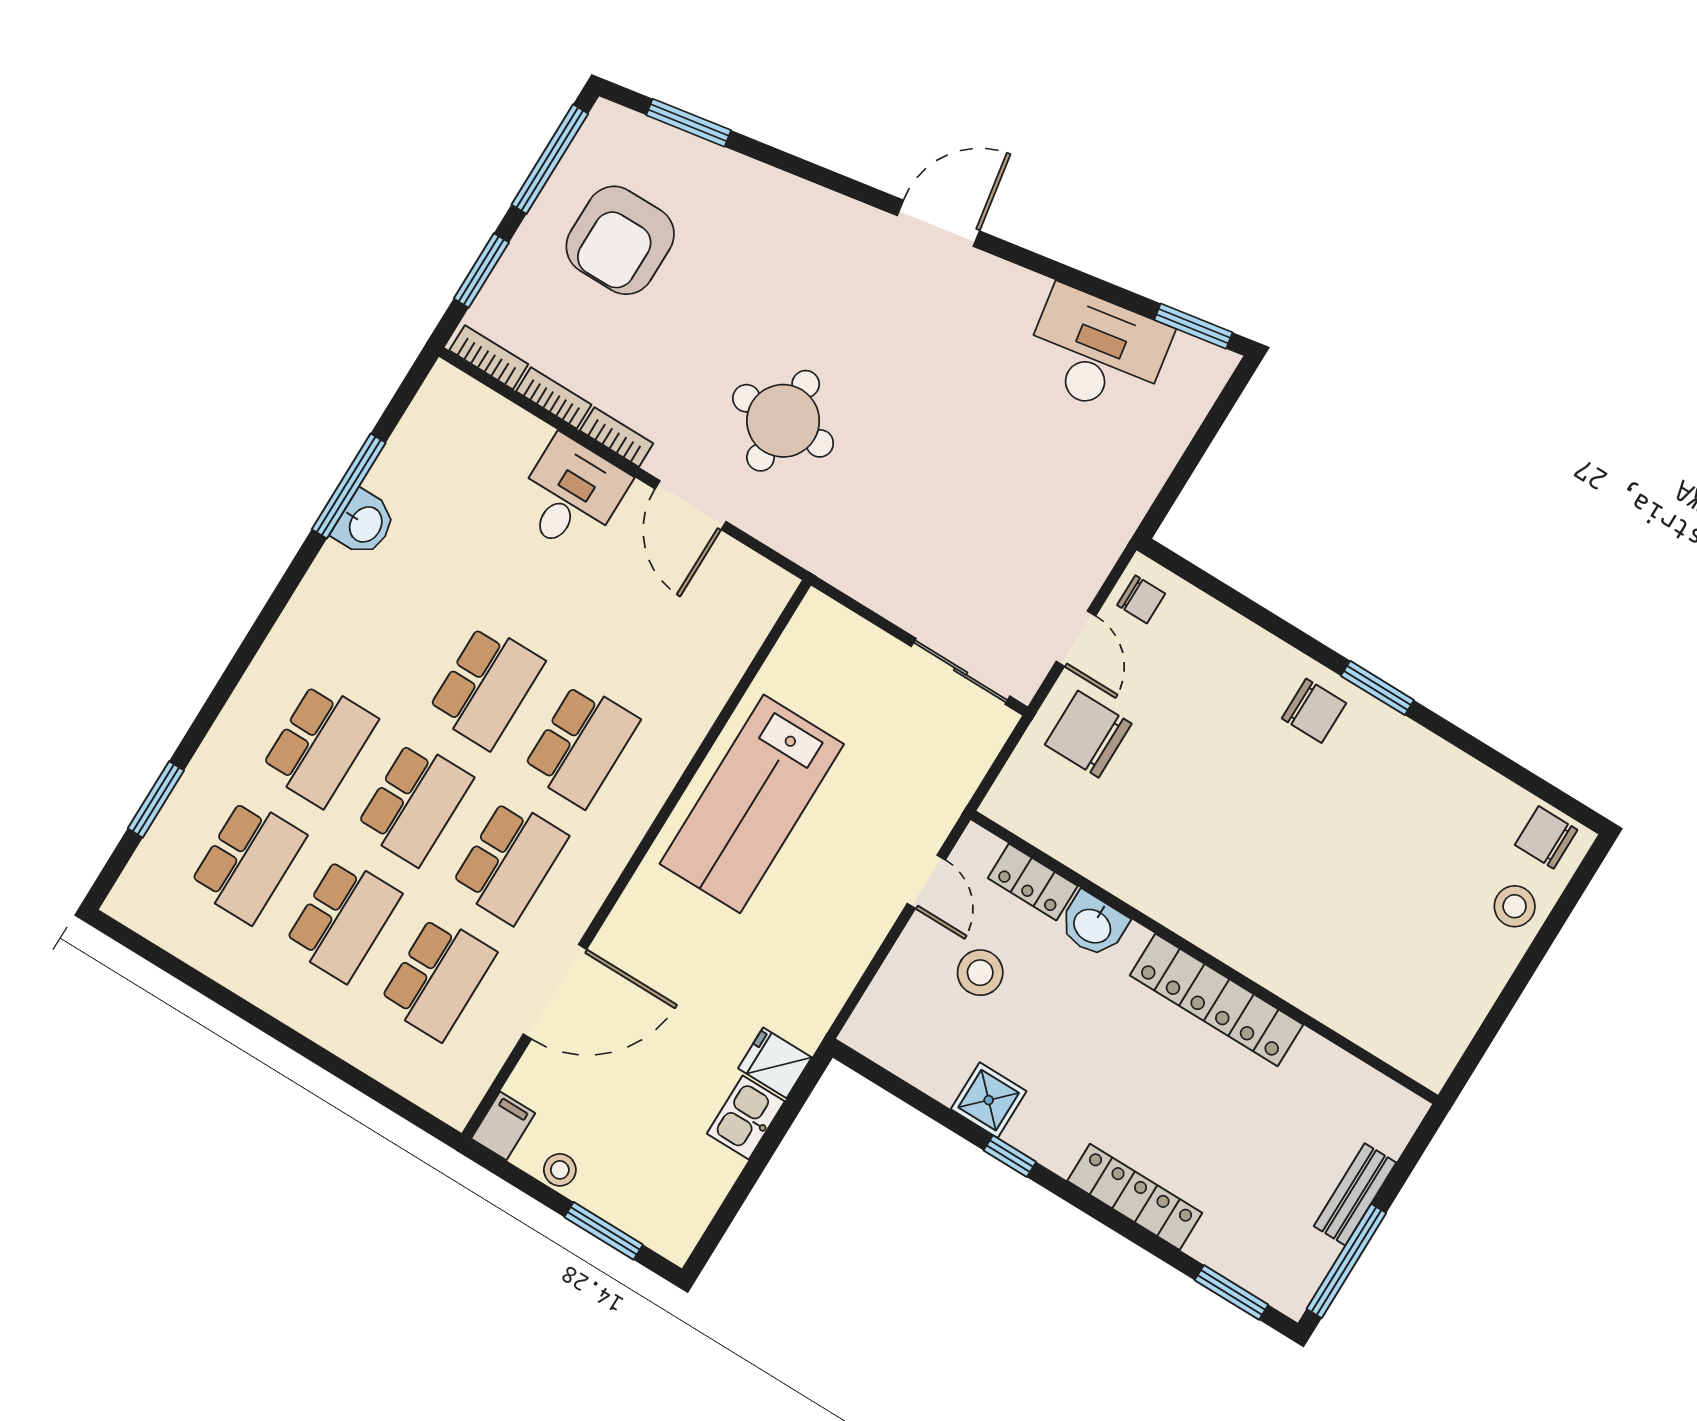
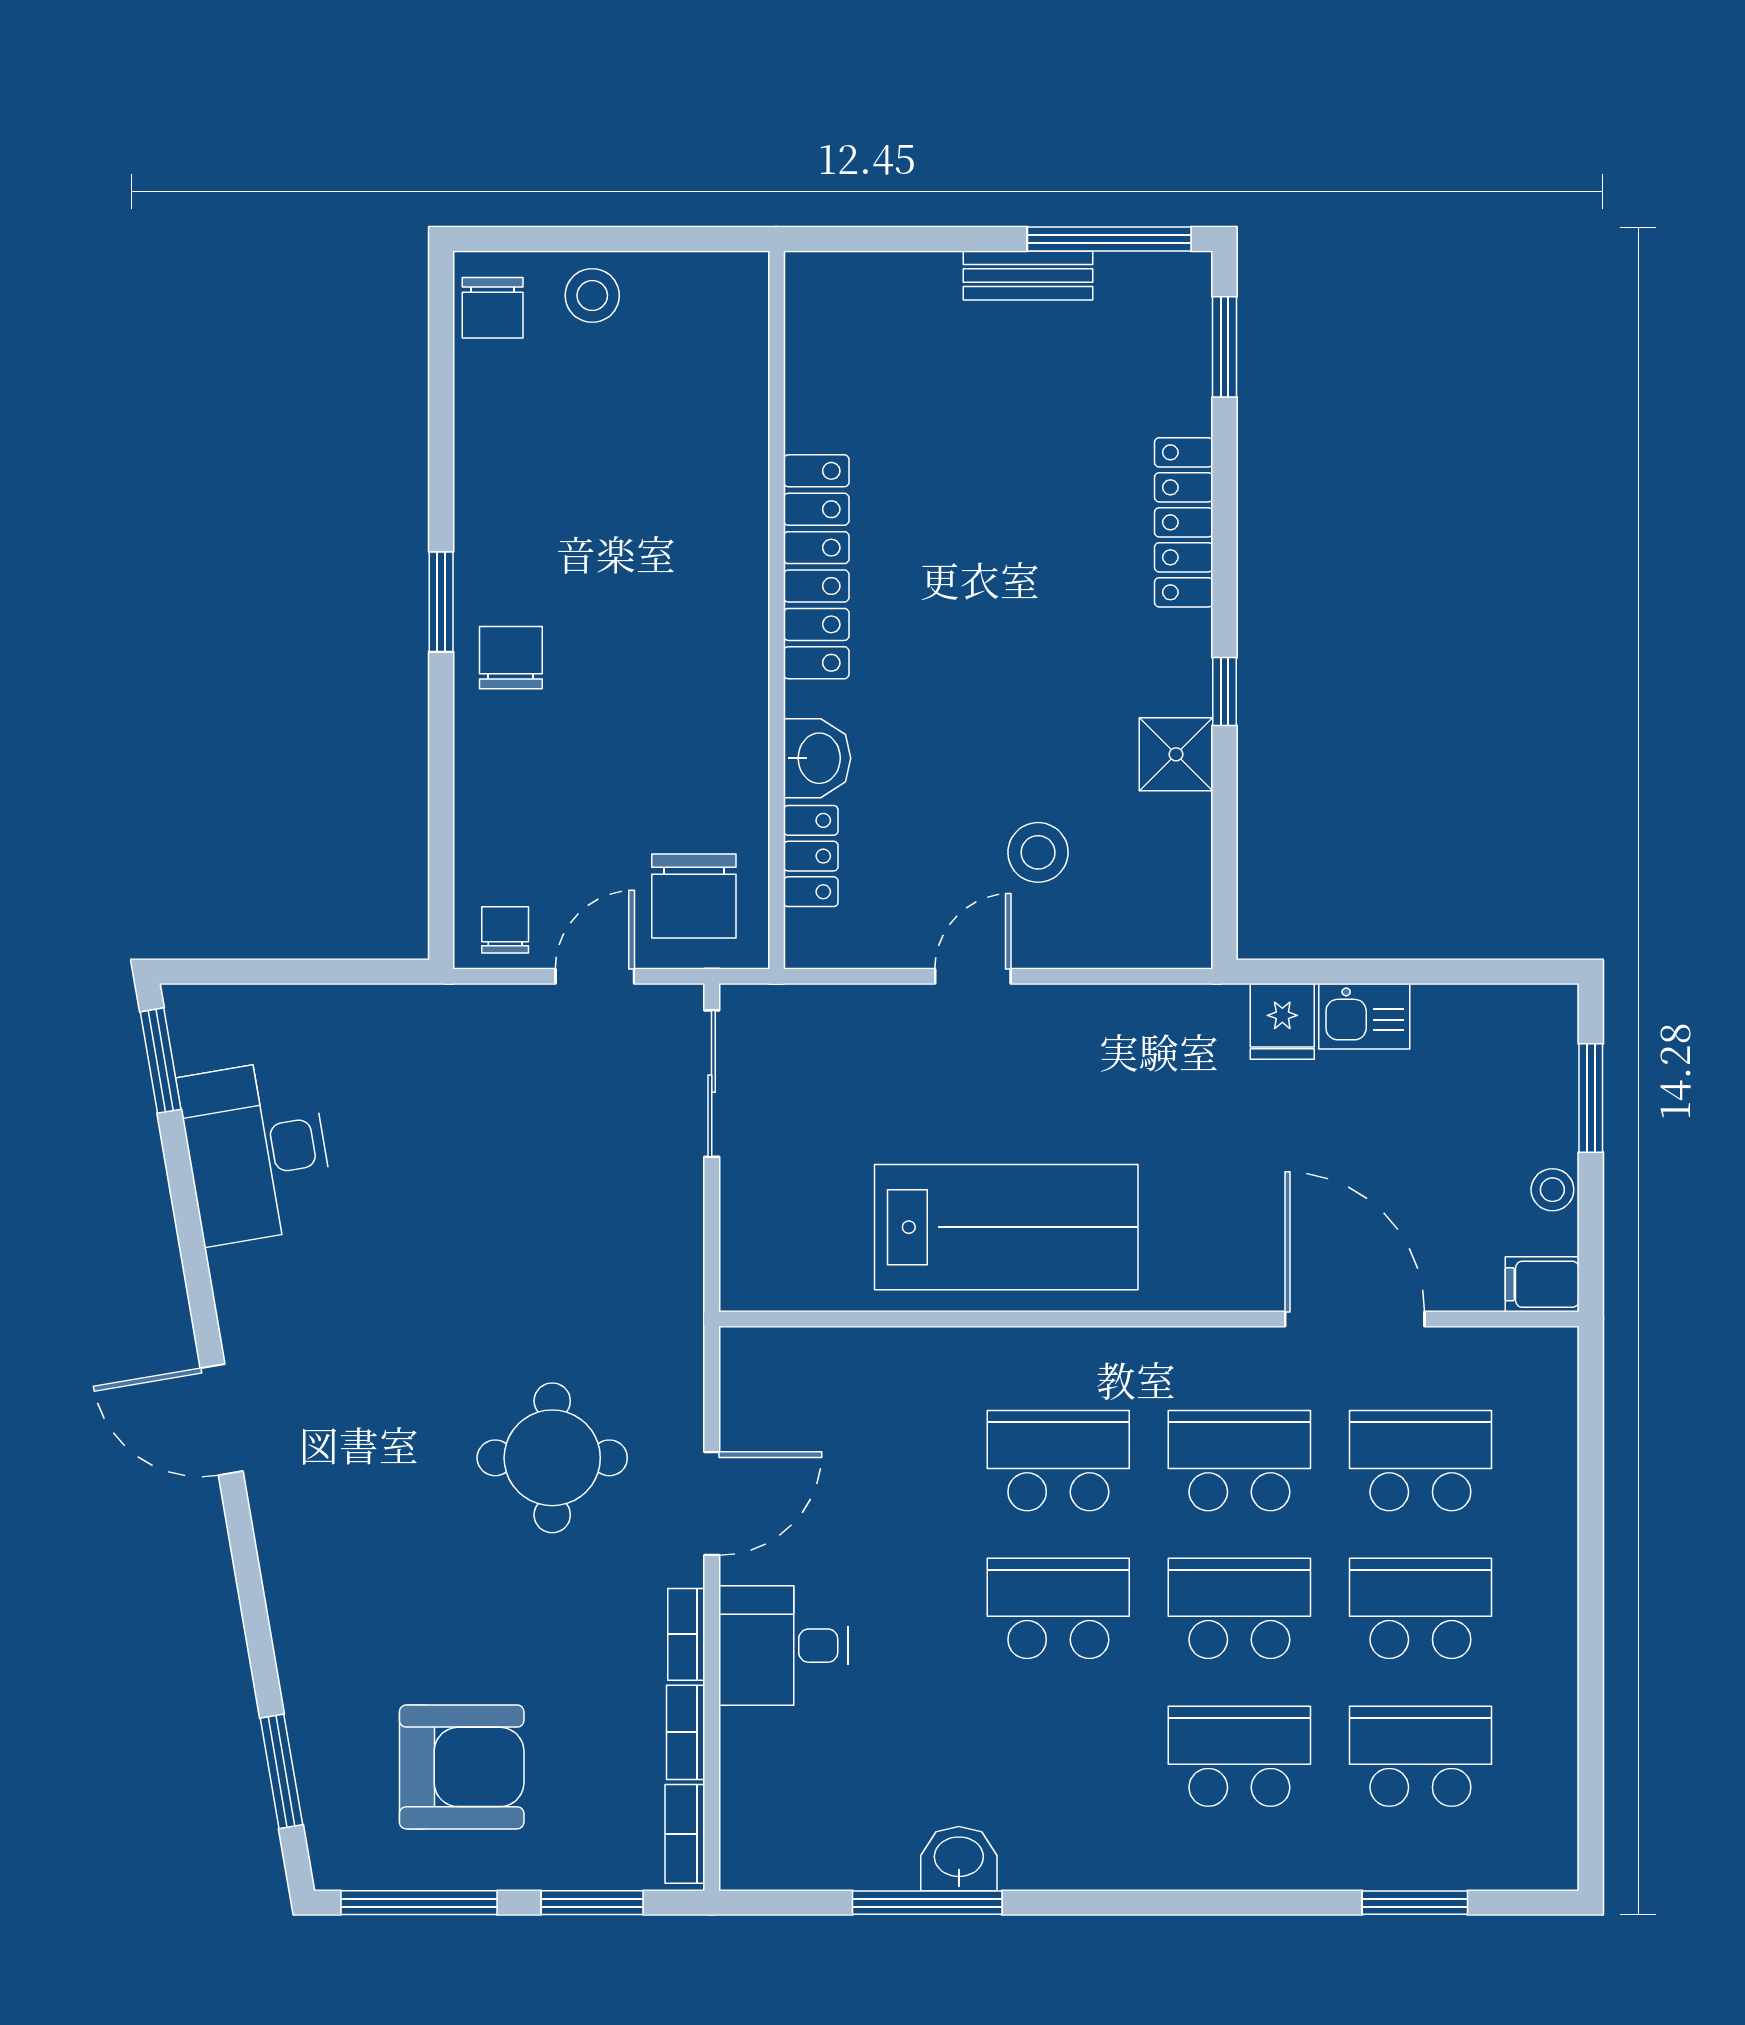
locker: (1033, 882) -> (811, 856), moved
washbasin: (1093, 925) -> (817, 758), moved
wall: (1204, 957) -> (777, 610), moved
locker: (1216, 1000) -> (816, 567), moved

